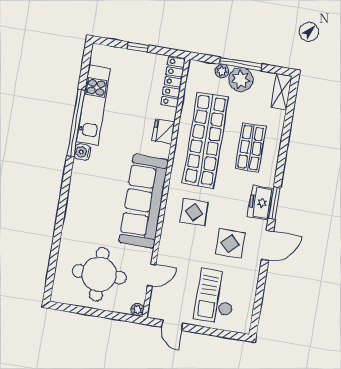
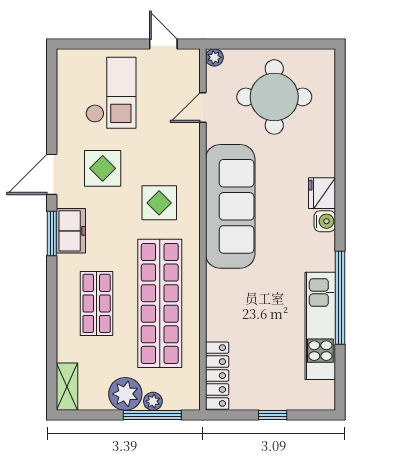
window: (241, 64) -> (152, 415), moved
fridge: (163, 131) -> (322, 193), moved, turned 180
water cooler: (82, 152) -> (325, 221), moved

